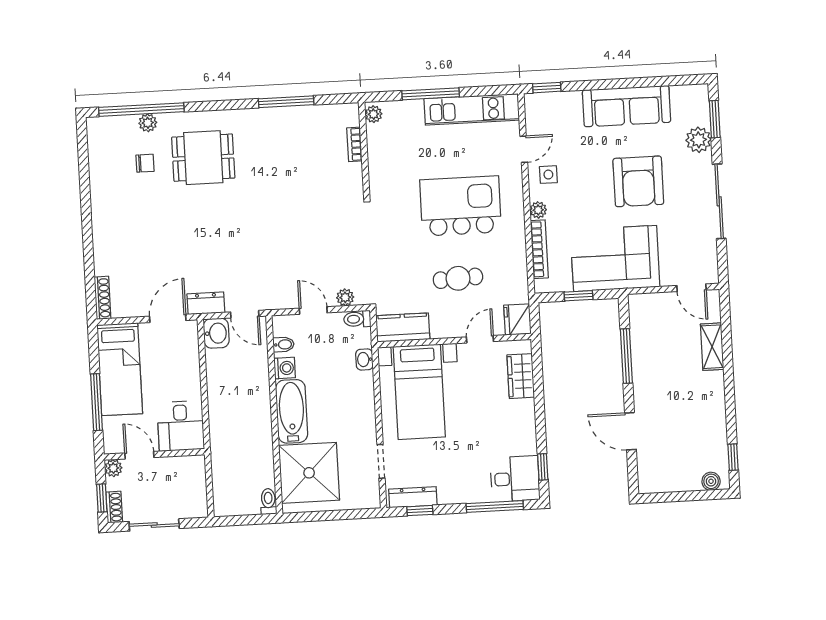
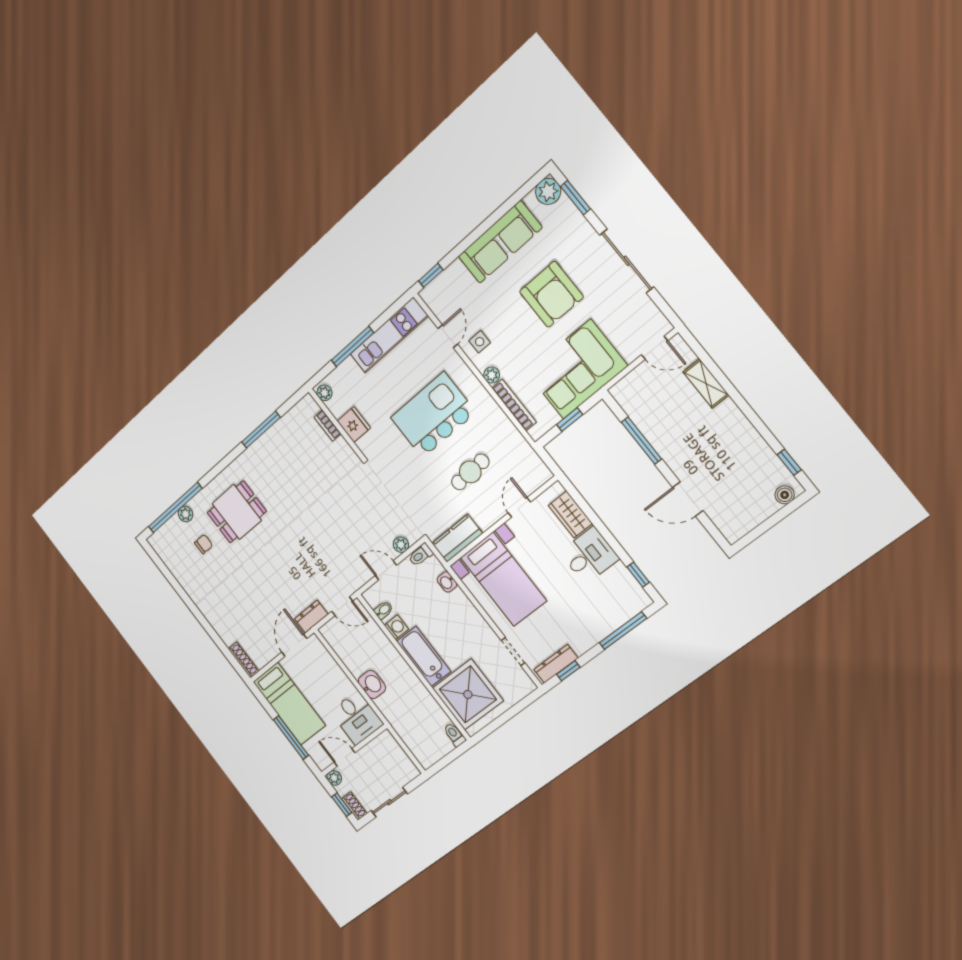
plant: (698, 140) -> (548, 191), moved
fridge: (517, 319) -> (354, 425), moved, turned 180
washbasin: (216, 333) -> (372, 684), moved
desk: (515, 479) -> (589, 556), moved

